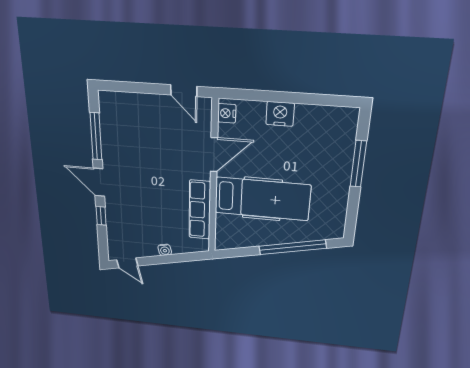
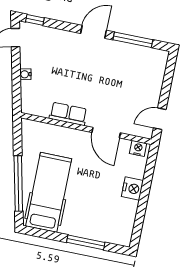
hospital bed: (262, 199) -> (49, 192), moved, turned 180
row of seats: (200, 210) -> (68, 114), width x0.68
window: (101, 216) -> (35, 20), moved

